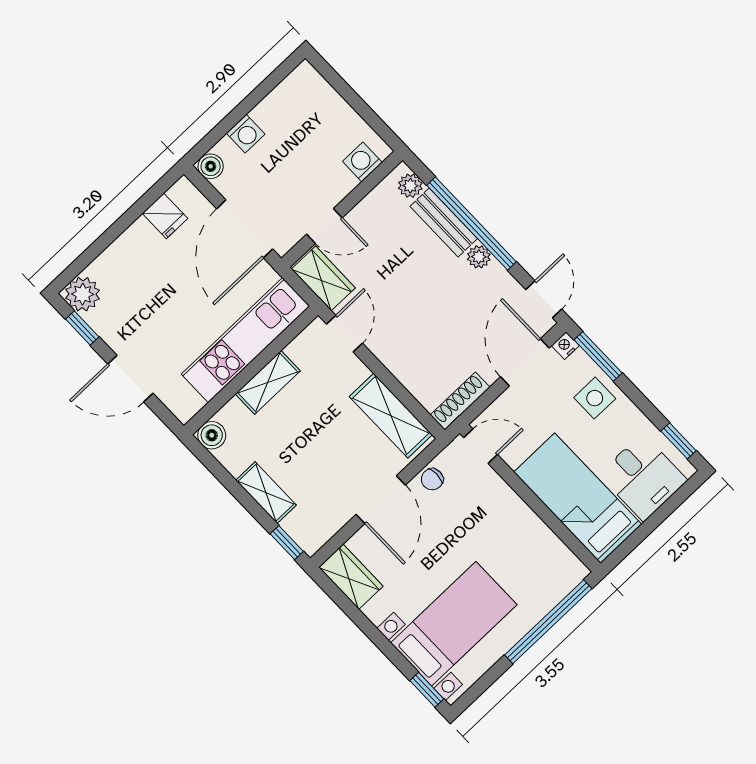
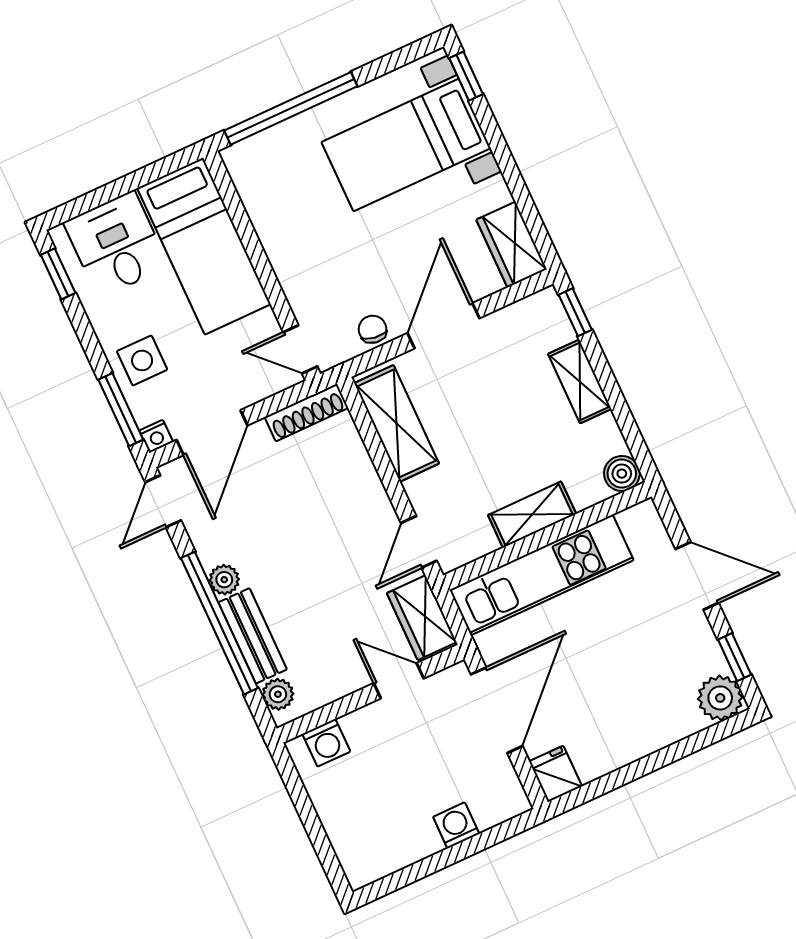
boiler: (211, 166) -> (512, 800), removed
fridge: (165, 216) -> (555, 774), moved
chair: (432, 479) -> (373, 329), turned -81

